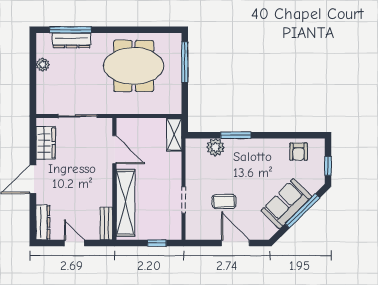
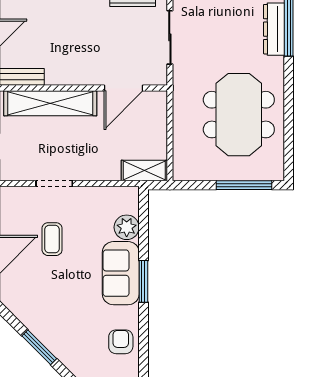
window: (236, 135) -> (143, 281), moved
armchair: (299, 152) -> (121, 342), turned 90
sofa: (286, 204) -> (121, 273), moved, turned -135
window: (302, 211) -> (39, 347), width x0.69

